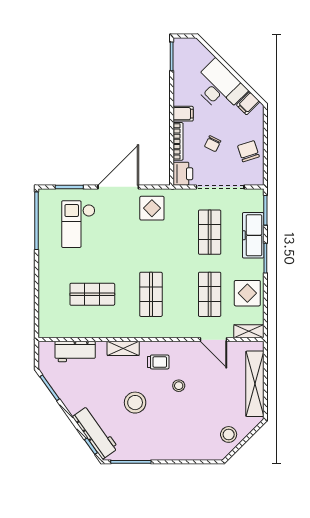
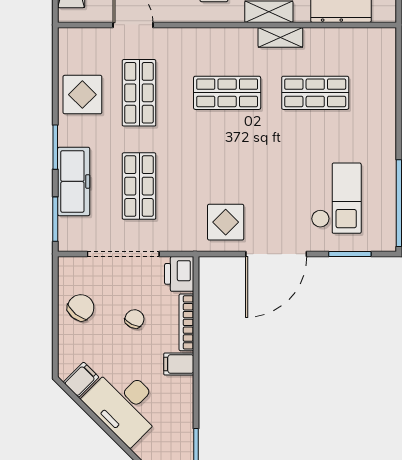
chair: (248, 151) -> (81, 308), turned -123
shop shelf: (151, 294) -> (227, 93), turned 90
shelving: (249, 331) -> (280, 37), moved

